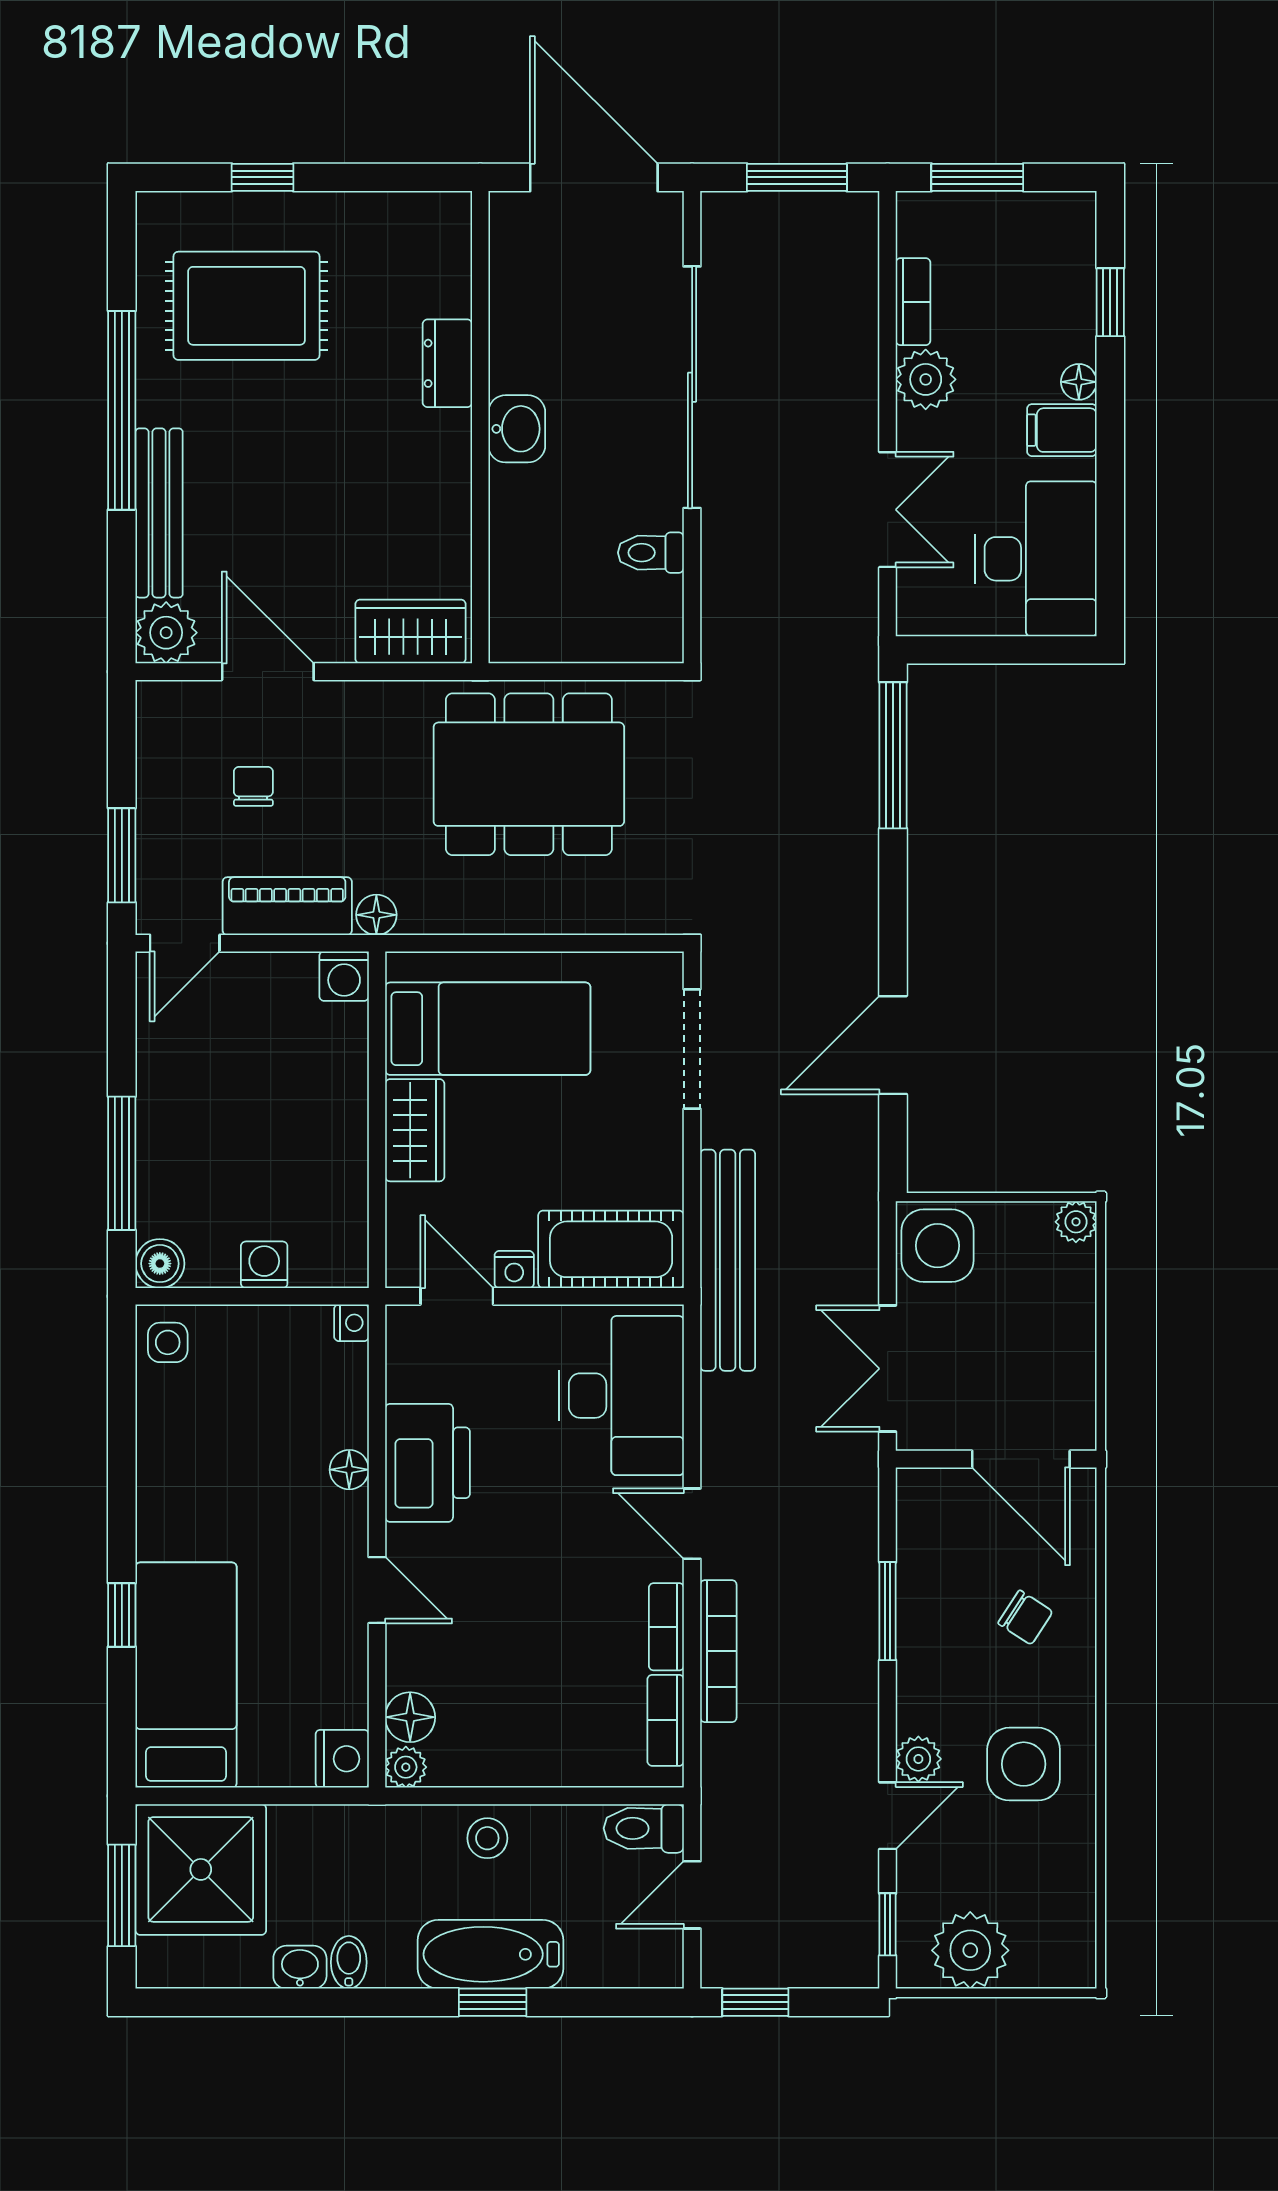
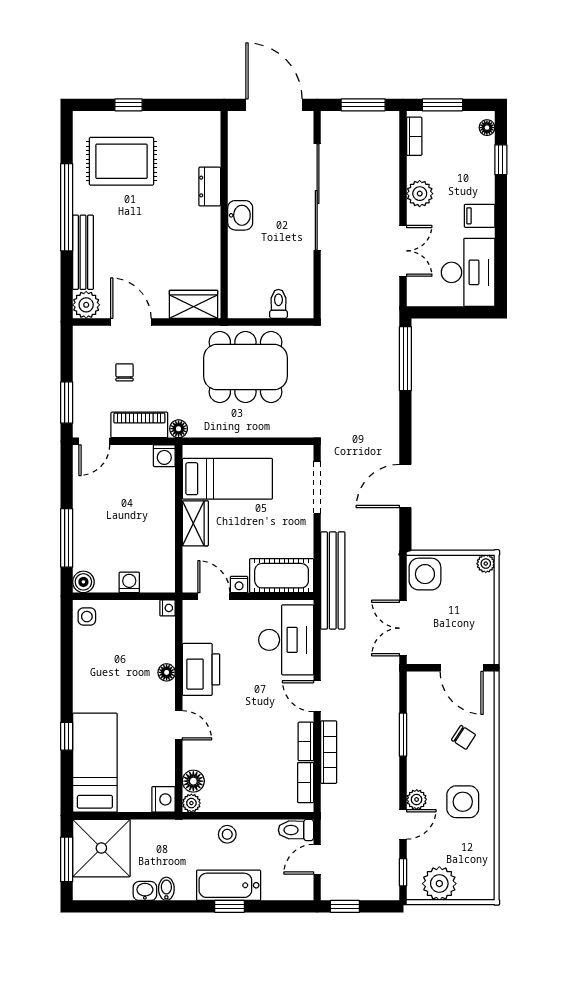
bookcase: (913, 302) -> (414, 136), moved
floor lamp: (1079, 382) -> (487, 128), moved
toilet: (651, 553) -> (278, 304), moved, turned 90

